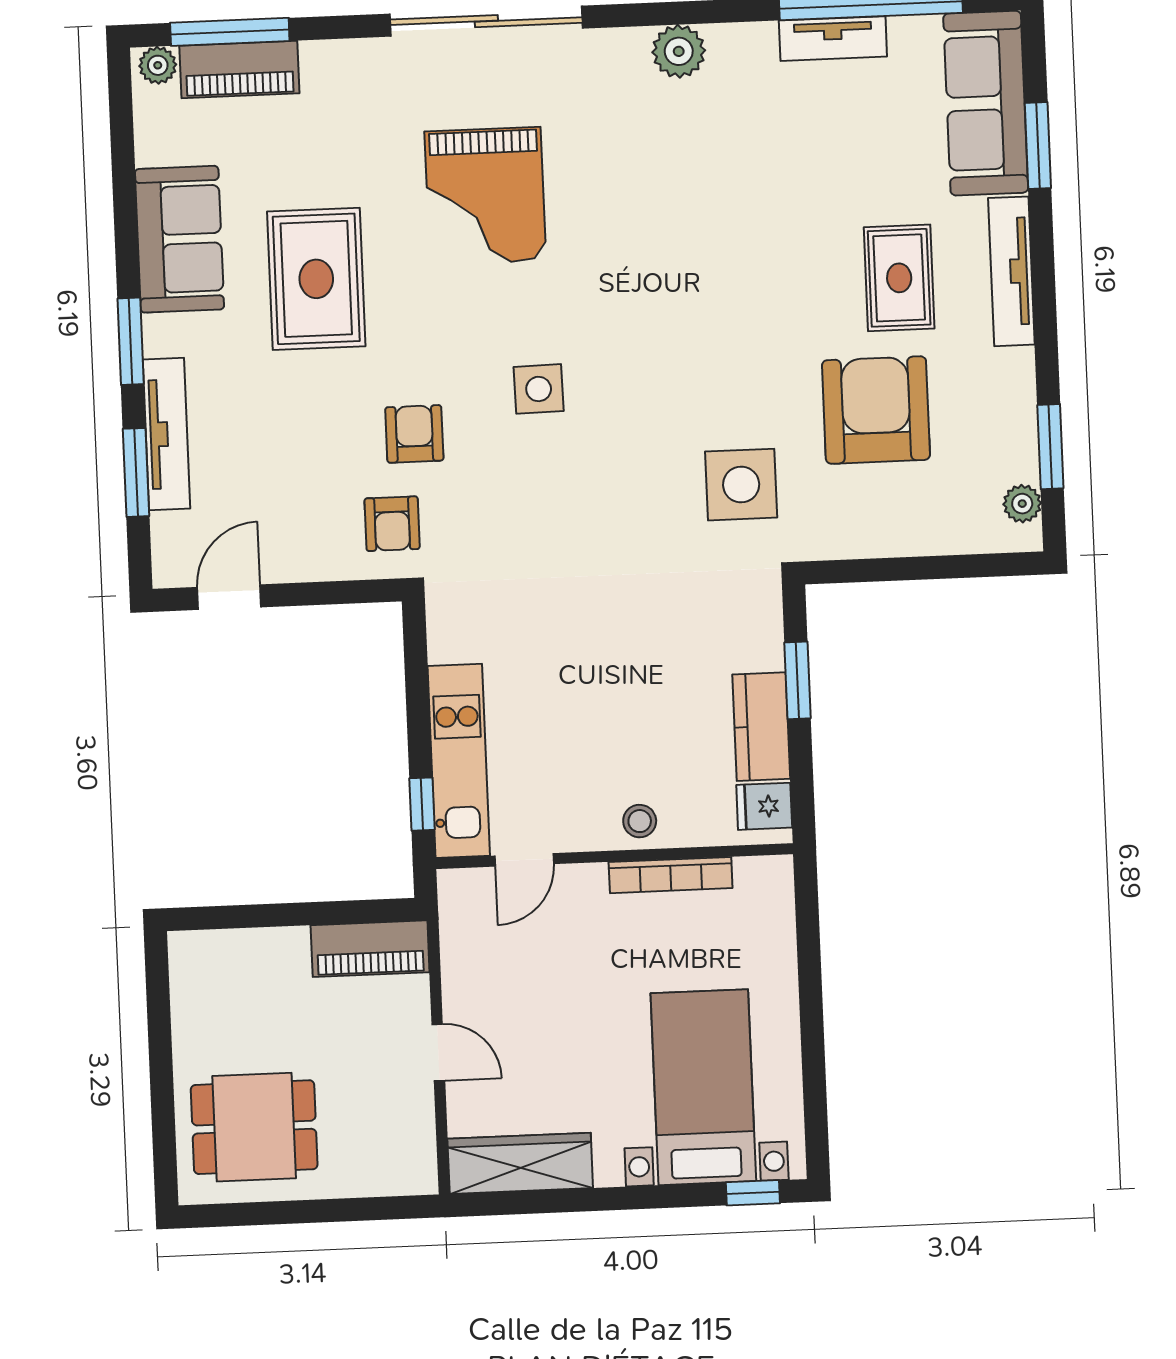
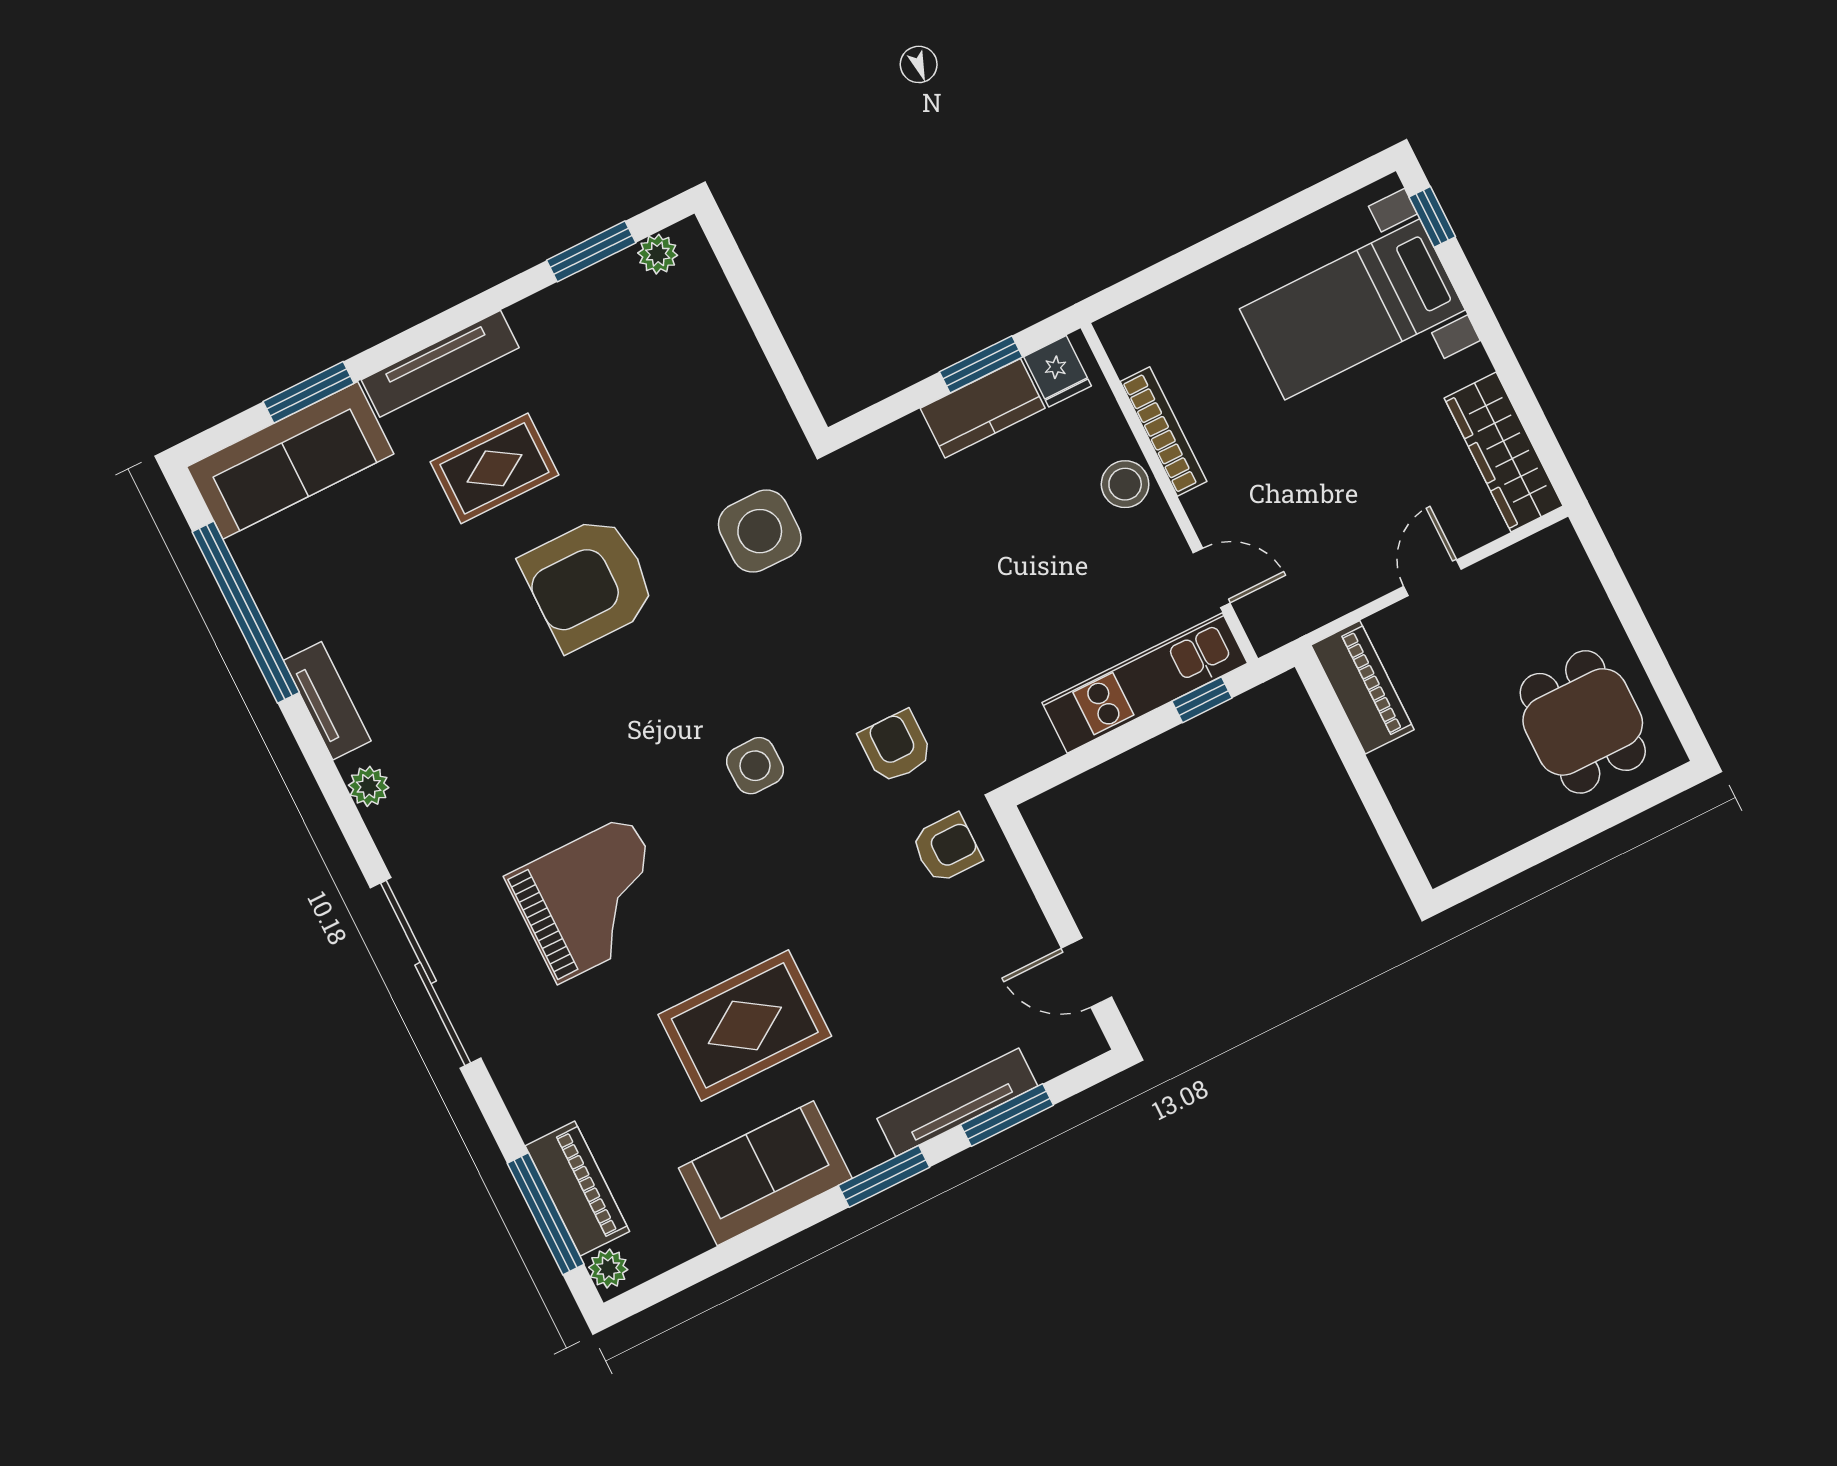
tv unit: (833, 39) -> (327, 701), moved
plant: (679, 51) -> (369, 786), width x0.73, depth x0.73
armchair: (876, 410) -> (589, 583), moved
armchair: (414, 434) -> (896, 747), moved, turned 90
window: (797, 680) -> (981, 364), moved
stool: (640, 821) -> (1125, 484), width x1.37, depth x1.37

